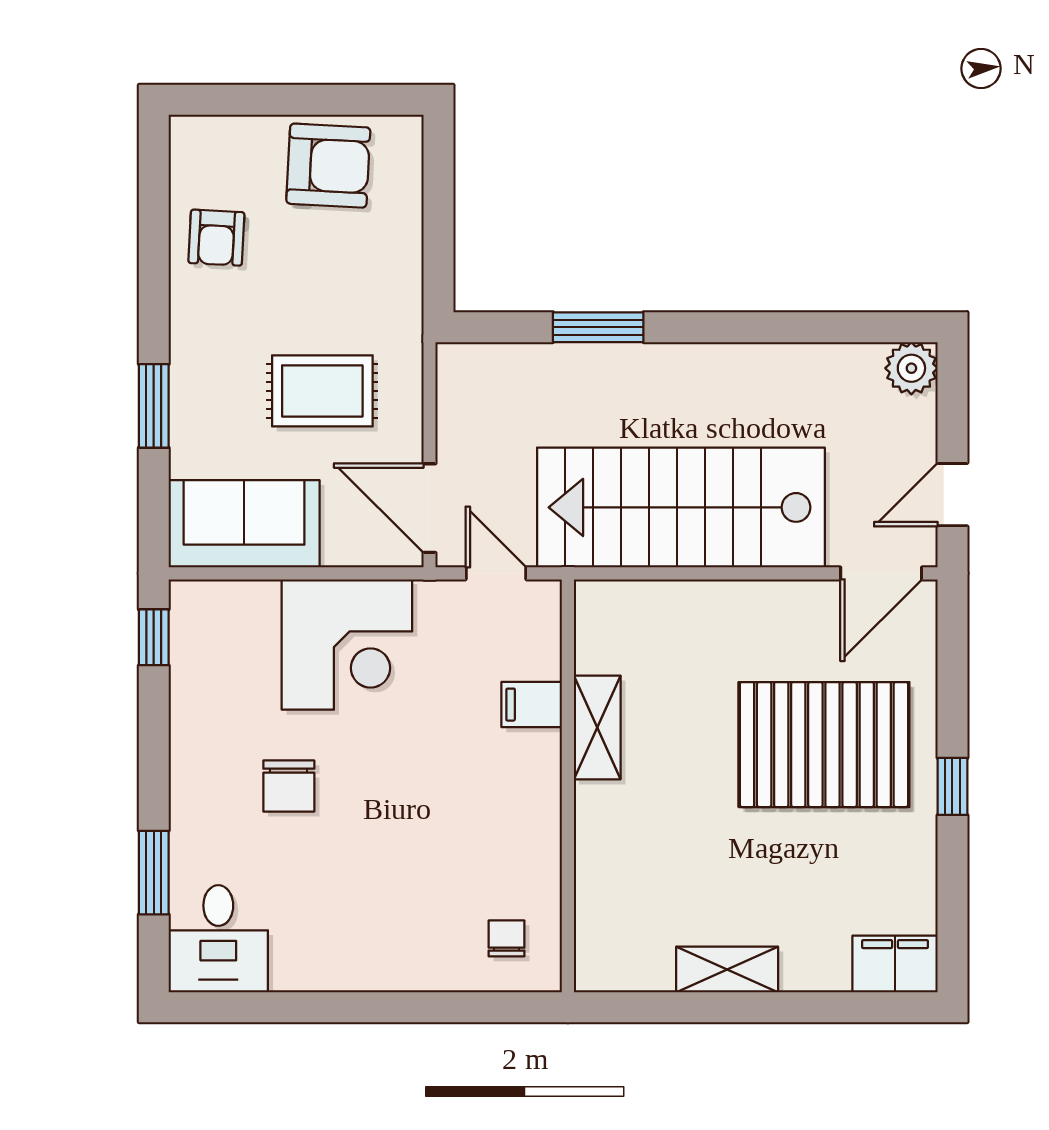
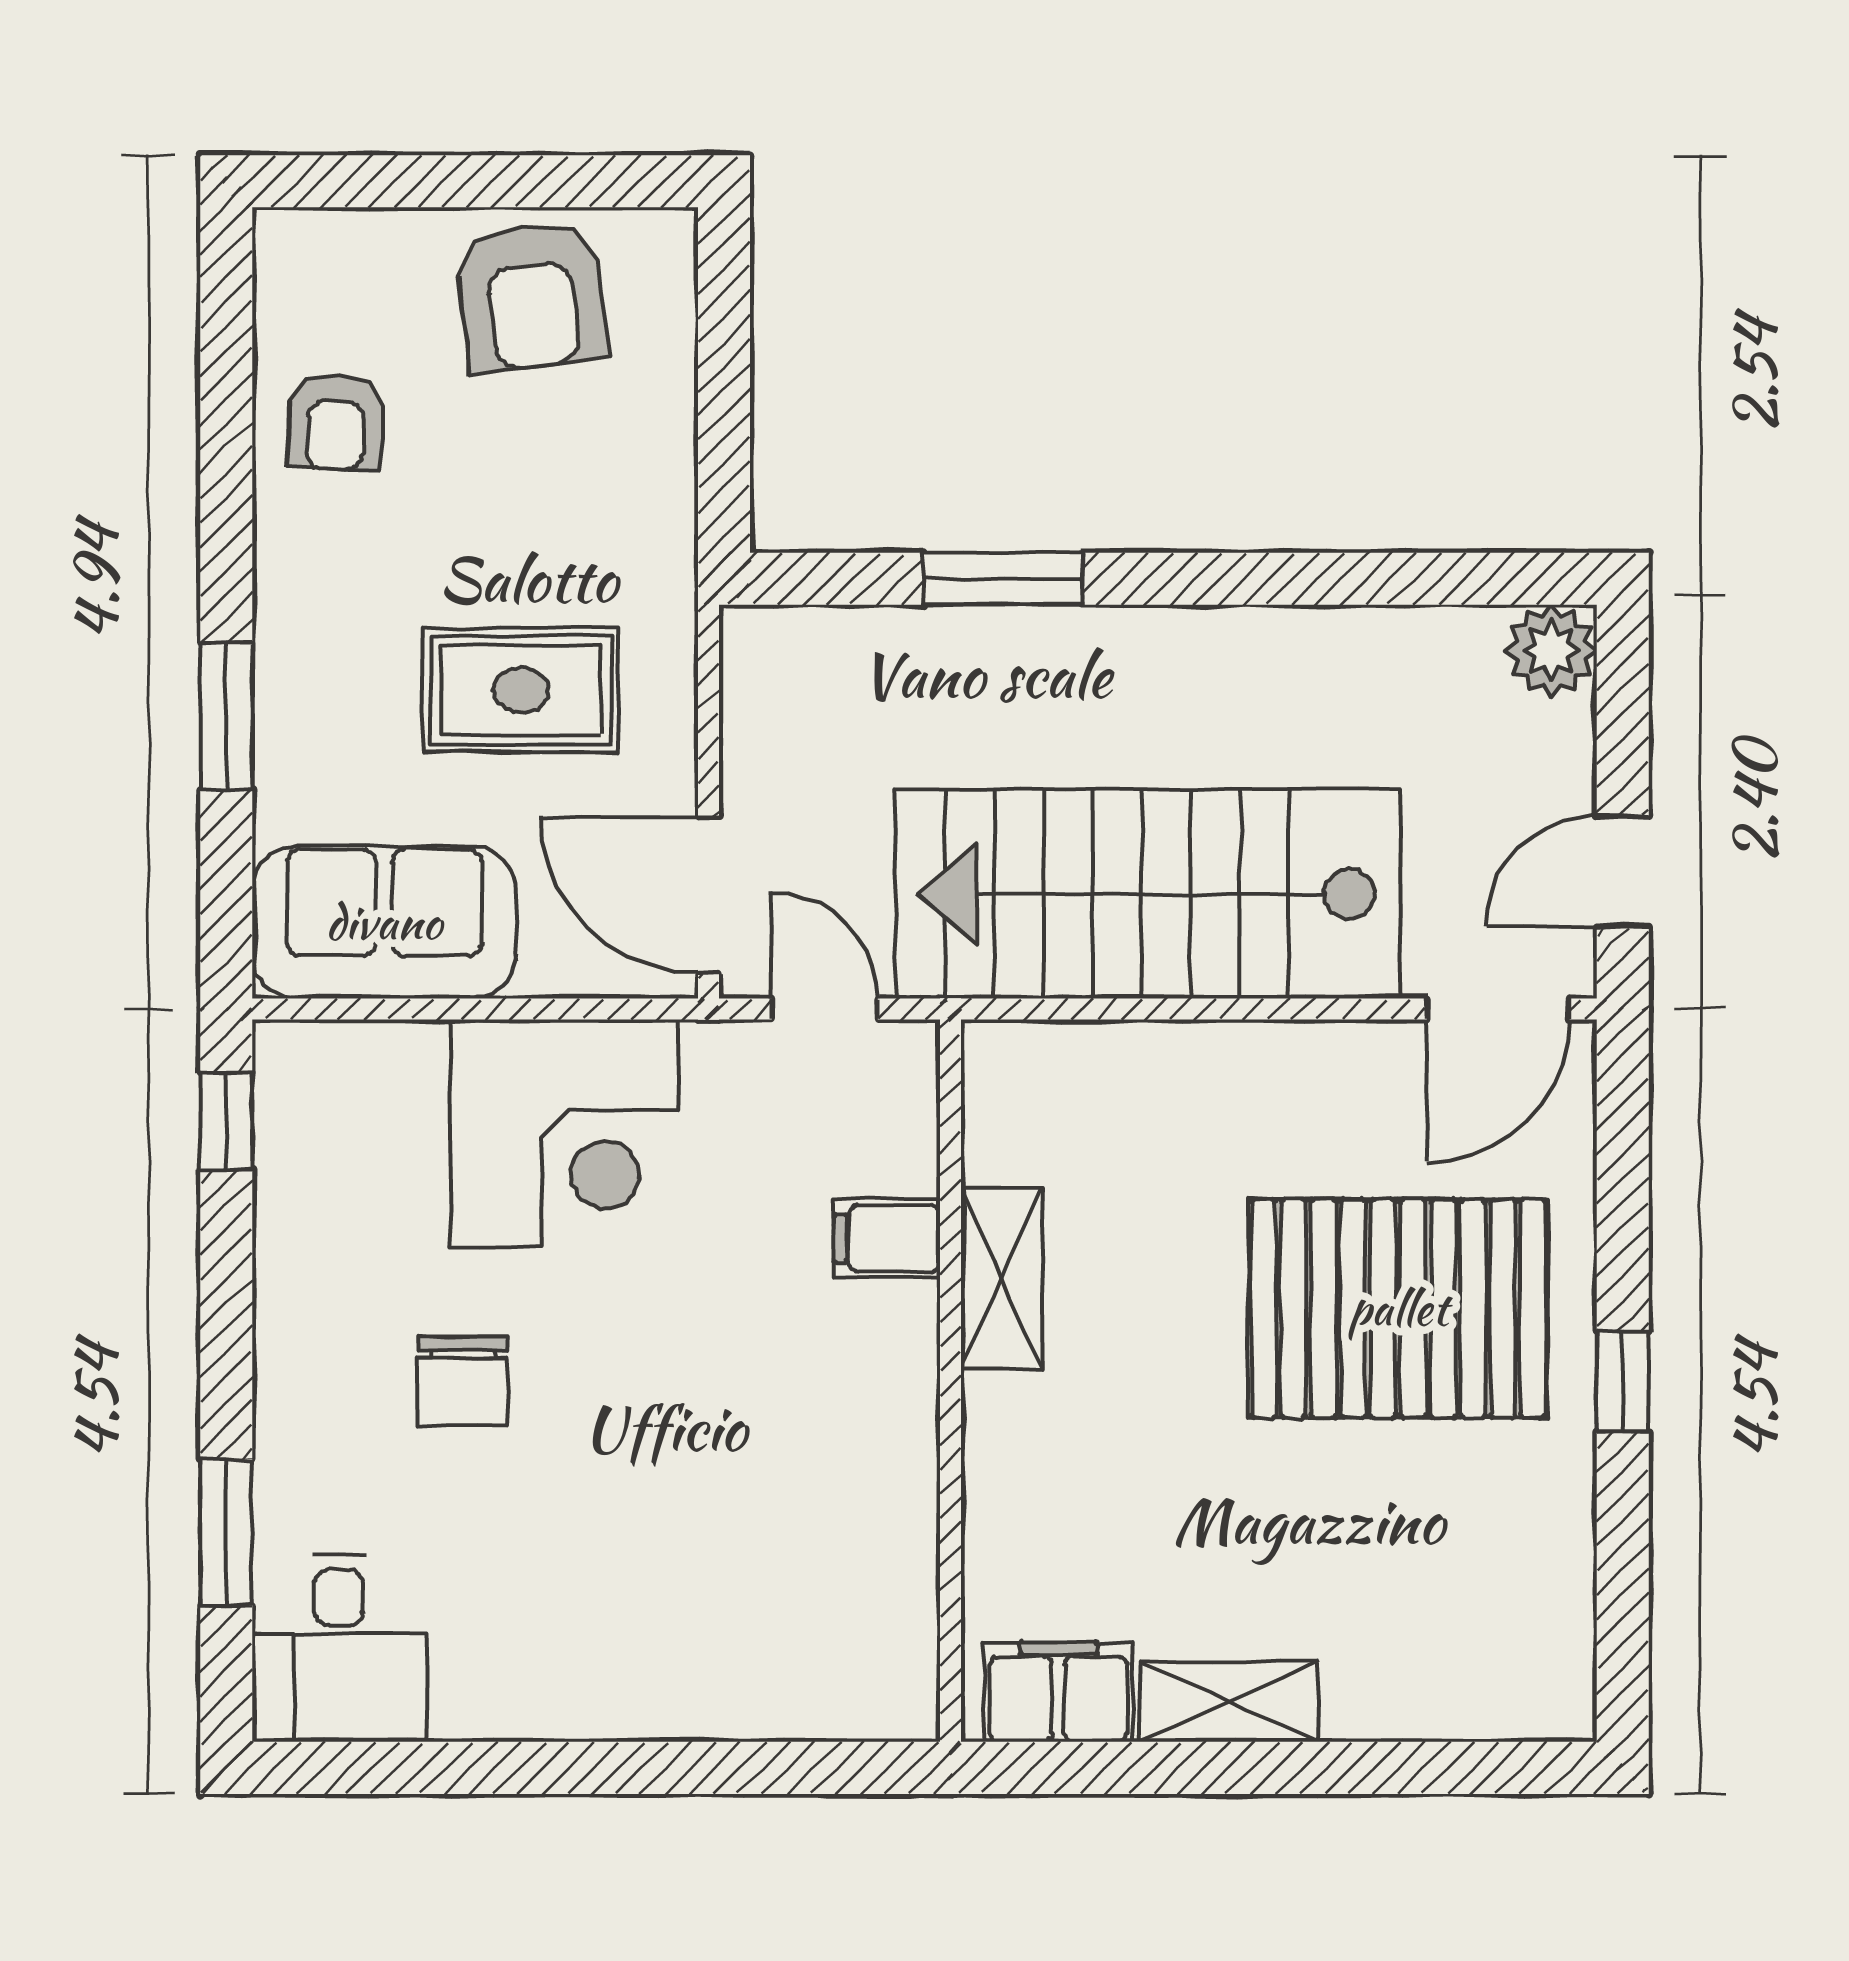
armchair: (328, 166) -> (531, 296), turned 80
chair: (506, 938) -> (843, 1647), removed
filing cabinet: (895, 964) -> (1058, 1692), moved

